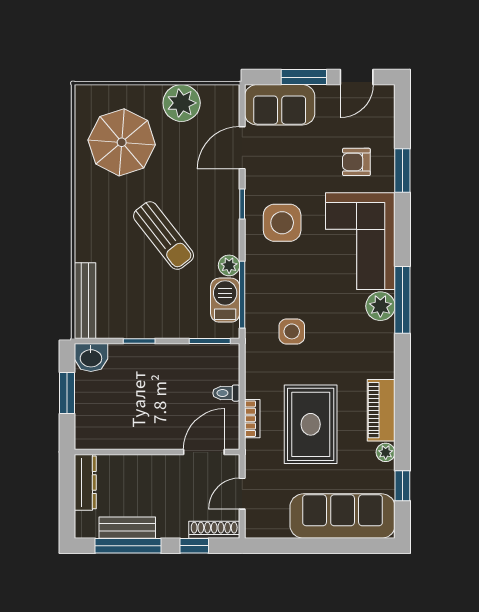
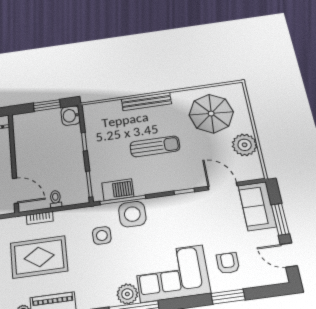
side table: (282, 223) -> (132, 214), moved
sun lounger: (164, 236) -> (155, 146), turned -142
plant: (229, 265) -> (141, 189), removed
bench: (85, 301) -> (146, 101), moved

